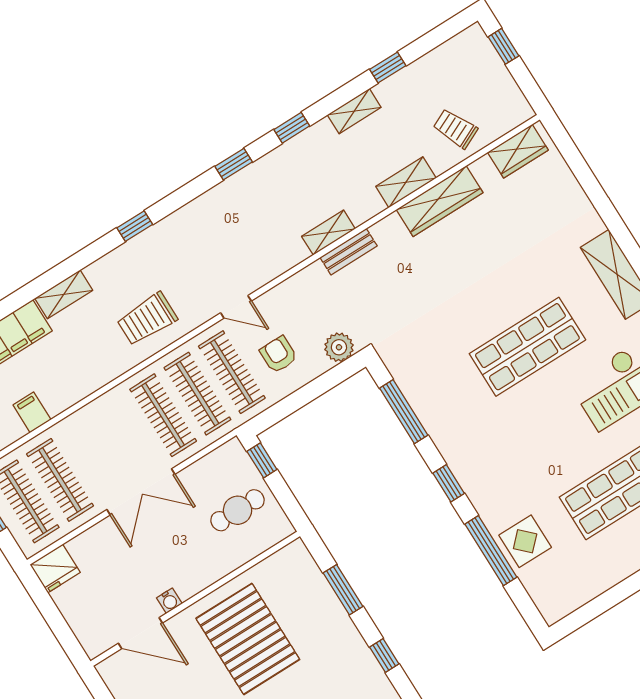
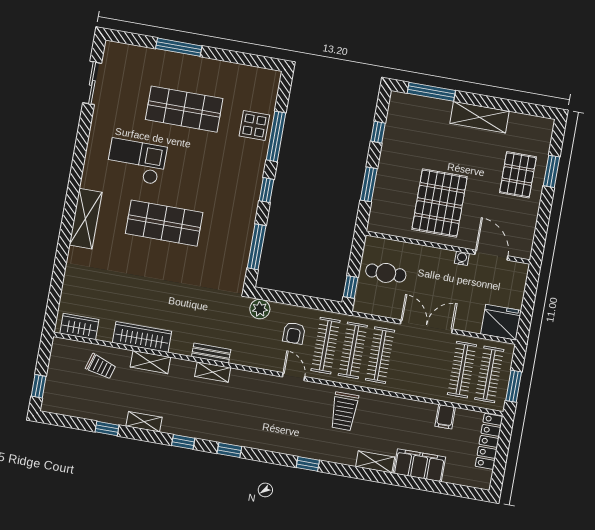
trolley: (455, 129) -> (101, 367), turned -48
trolley: (147, 319) -> (344, 411), turned 90
fridge: (55, 569) -> (501, 322), width x1.36, depth x1.34

